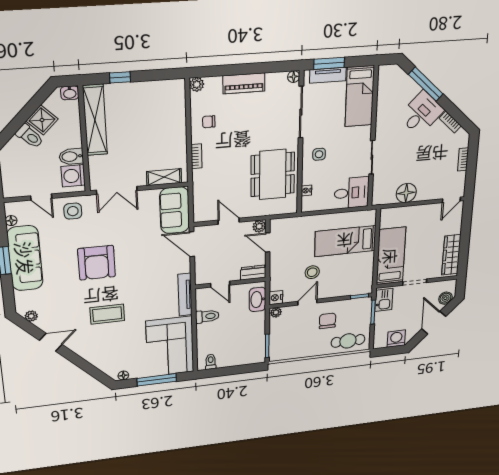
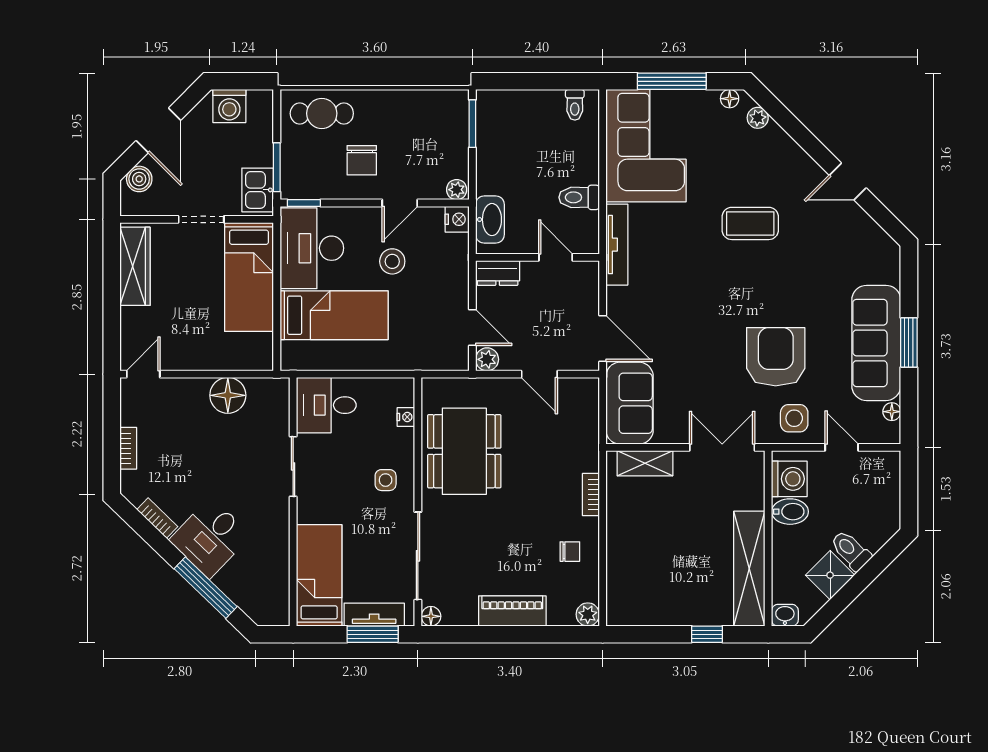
armchair: (97, 263) -> (776, 357), moved
desk: (356, 274) -> (312, 248), added
plant: (31, 316) -> (758, 118), moved

